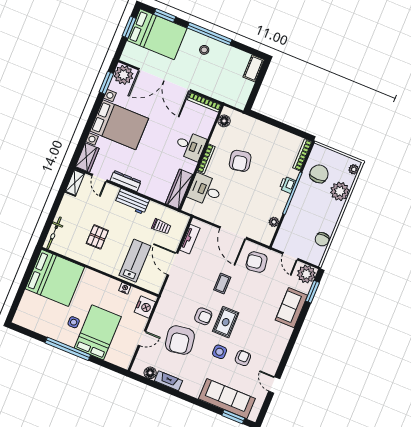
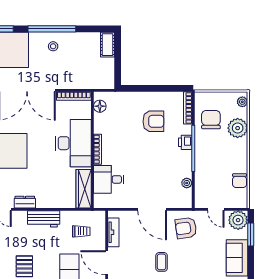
desk: (190, 146) -> (73, 143), width x1.87, depth x1.30
armchair: (240, 161) -> (153, 121), moved, turned -79
dresser: (126, 181) -> (25, 202), width x0.70

